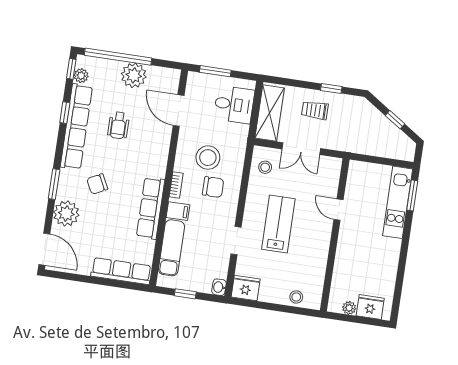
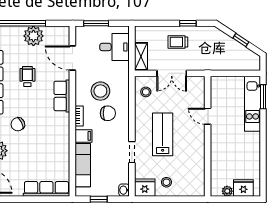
shelving: (270, 113) -> (141, 56), width x0.67, depth x0.75
wheelchair: (118, 125) -> (27, 76), turned 180
row of seats: (151, 208) -> (62, 96), moved, width x0.68
stool: (296, 297) -> (166, 182), moved

